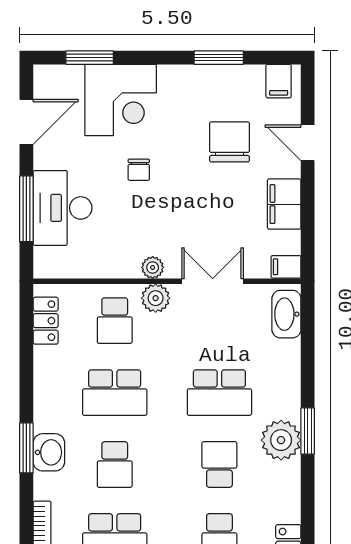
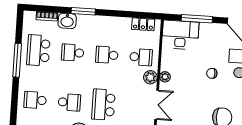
desk: (63, 208) -> (180, 35), moved
school desk: (115, 321) -> (141, 57), turned 180
school desk: (115, 393) -> (107, 55), width x0.54
washbasin: (49, 452) -> (67, 21), moved

